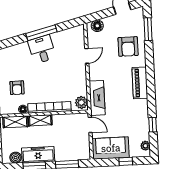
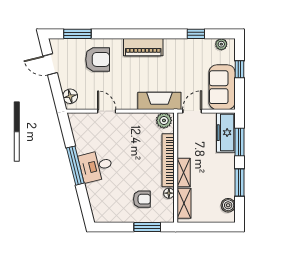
freezer: (38, 155) -> (226, 133), moved

